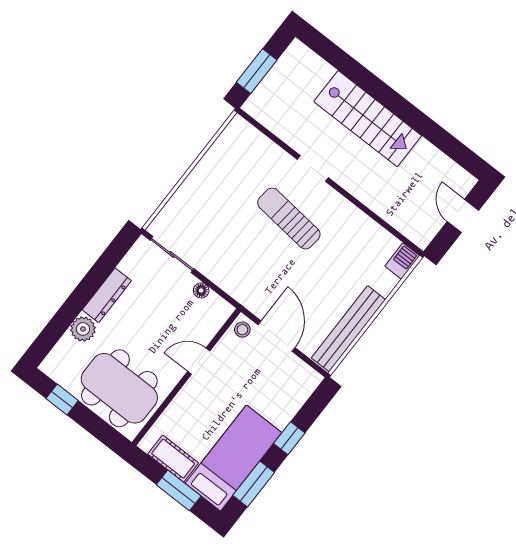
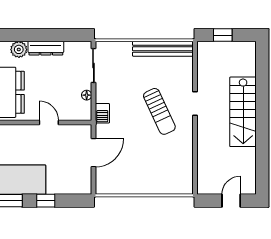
window: (257, 71) -> (223, 35), width x0.67
sun lounger: (289, 218) -> (159, 111), turned 149
barbecue: (402, 261) -> (102, 113), moved, turned 90
bench: (348, 329) -> (163, 49), moved
stool: (242, 330) -> (83, 132), removed

